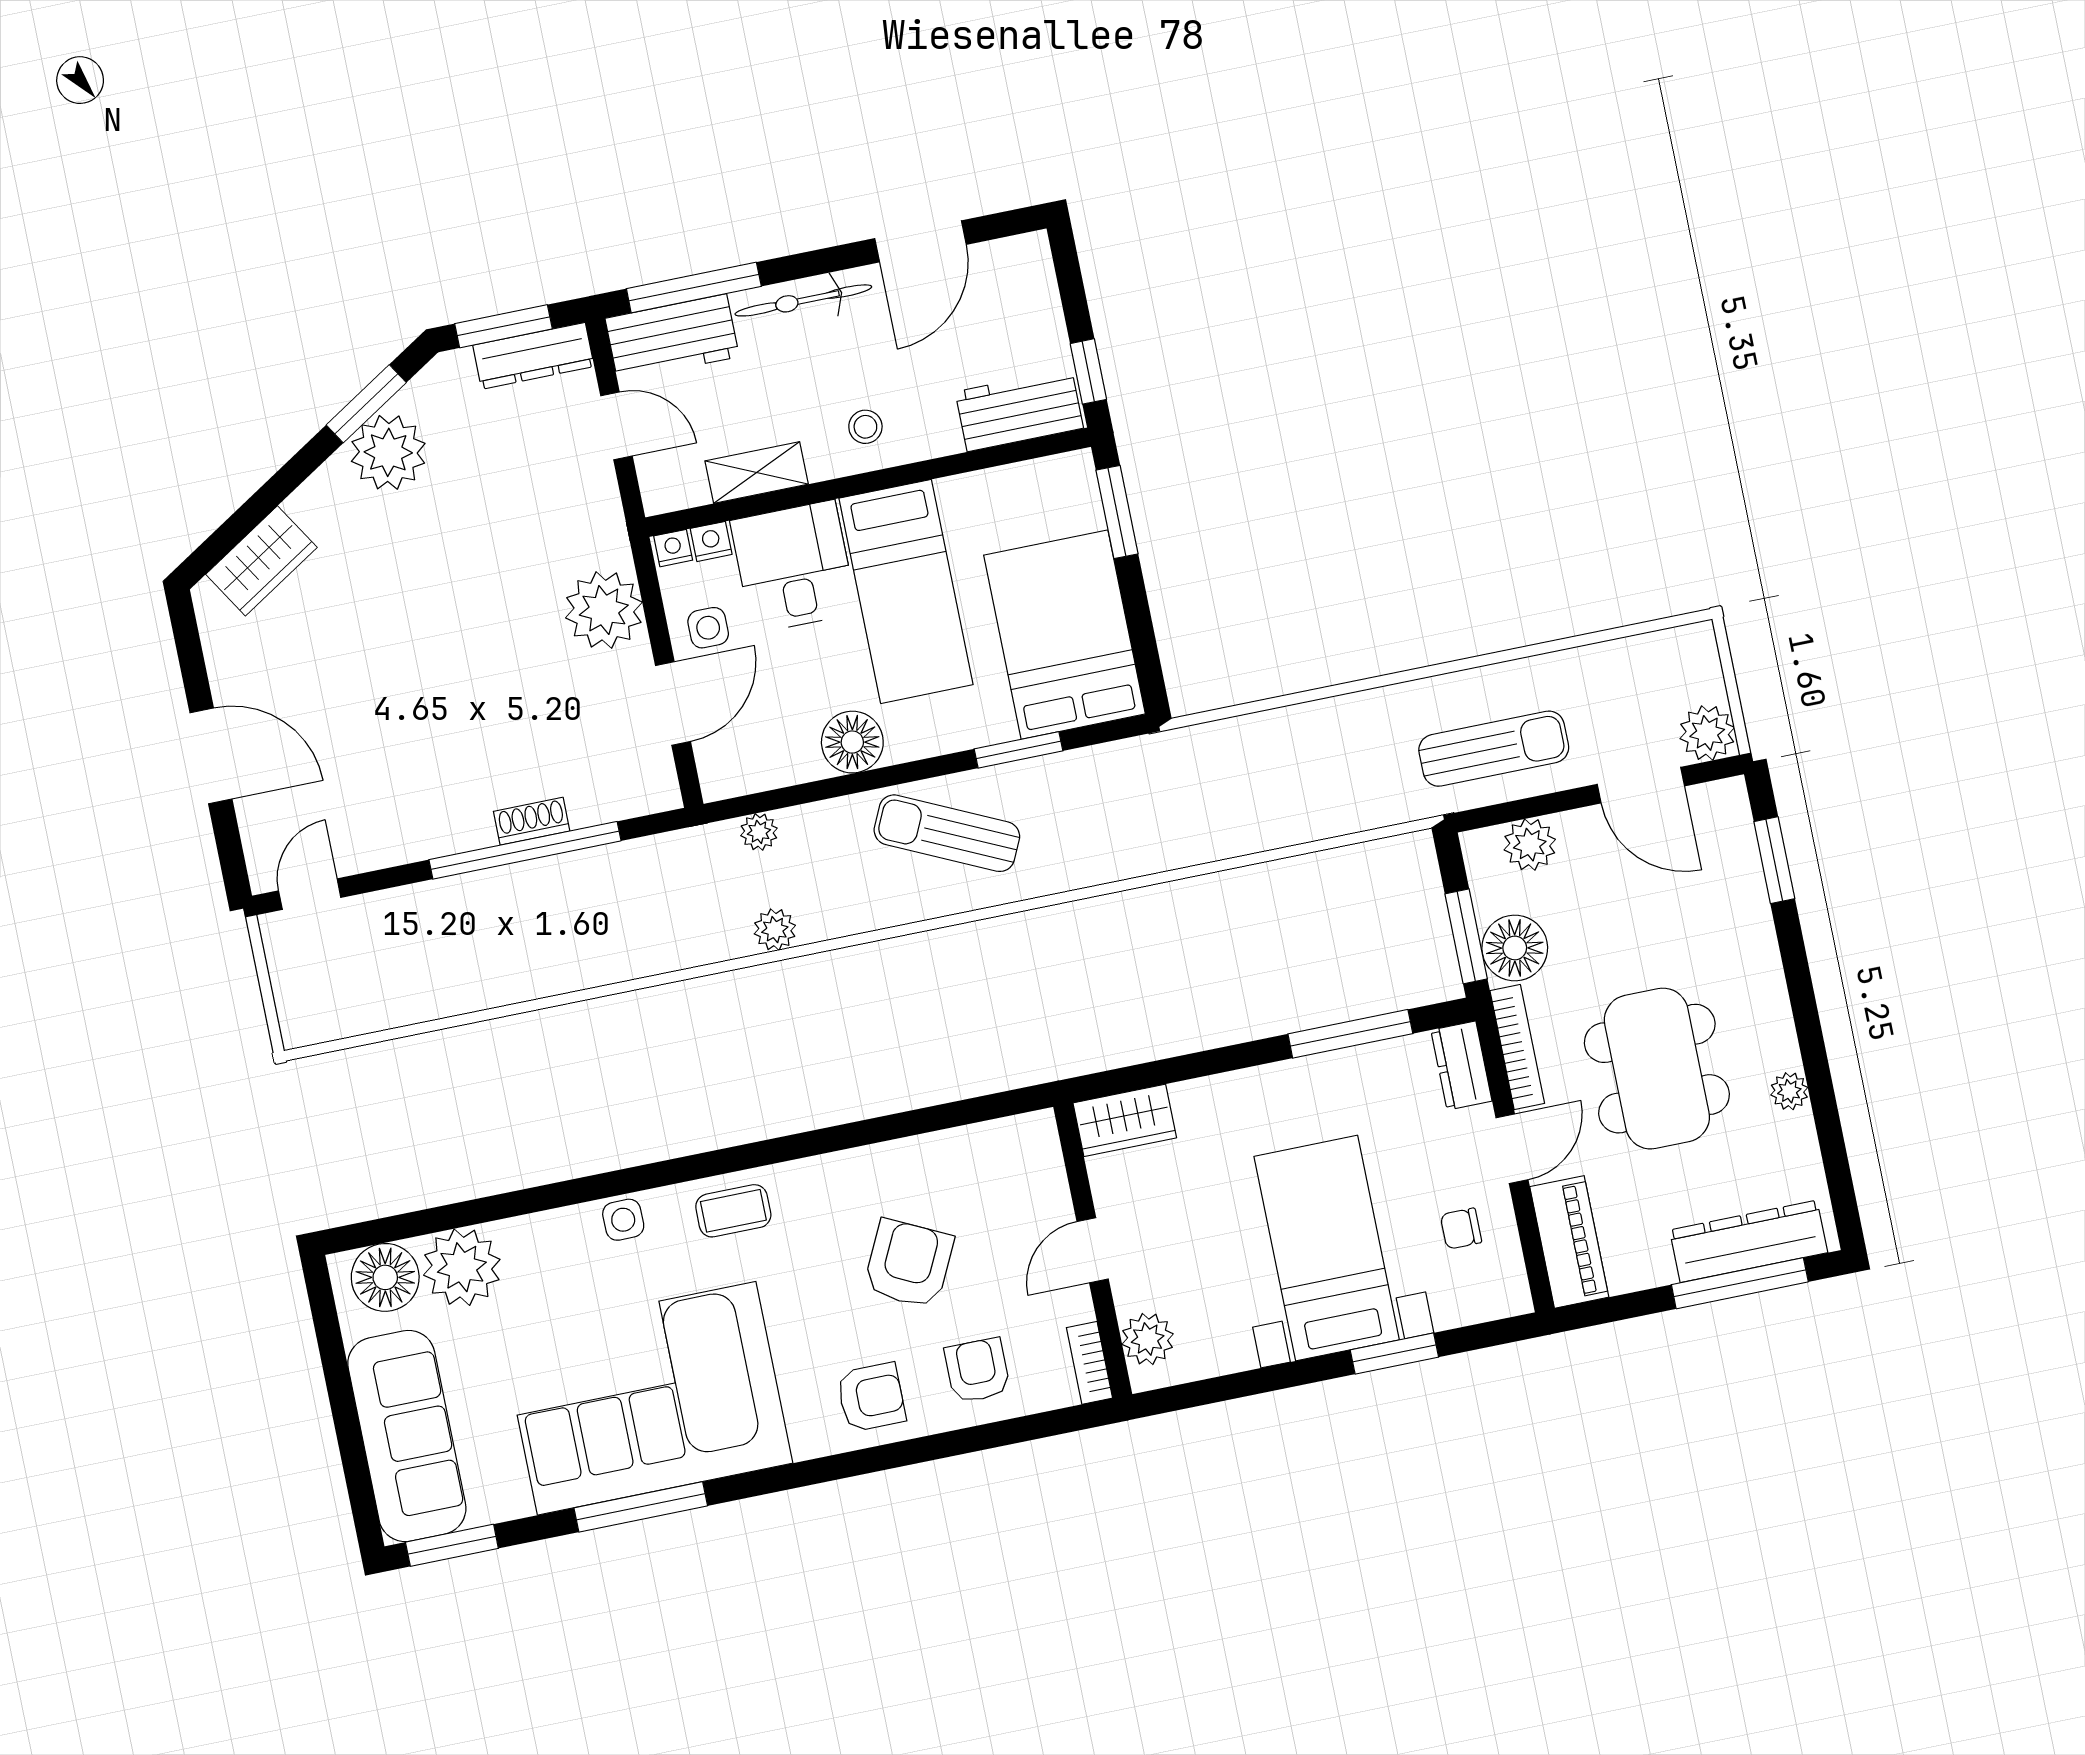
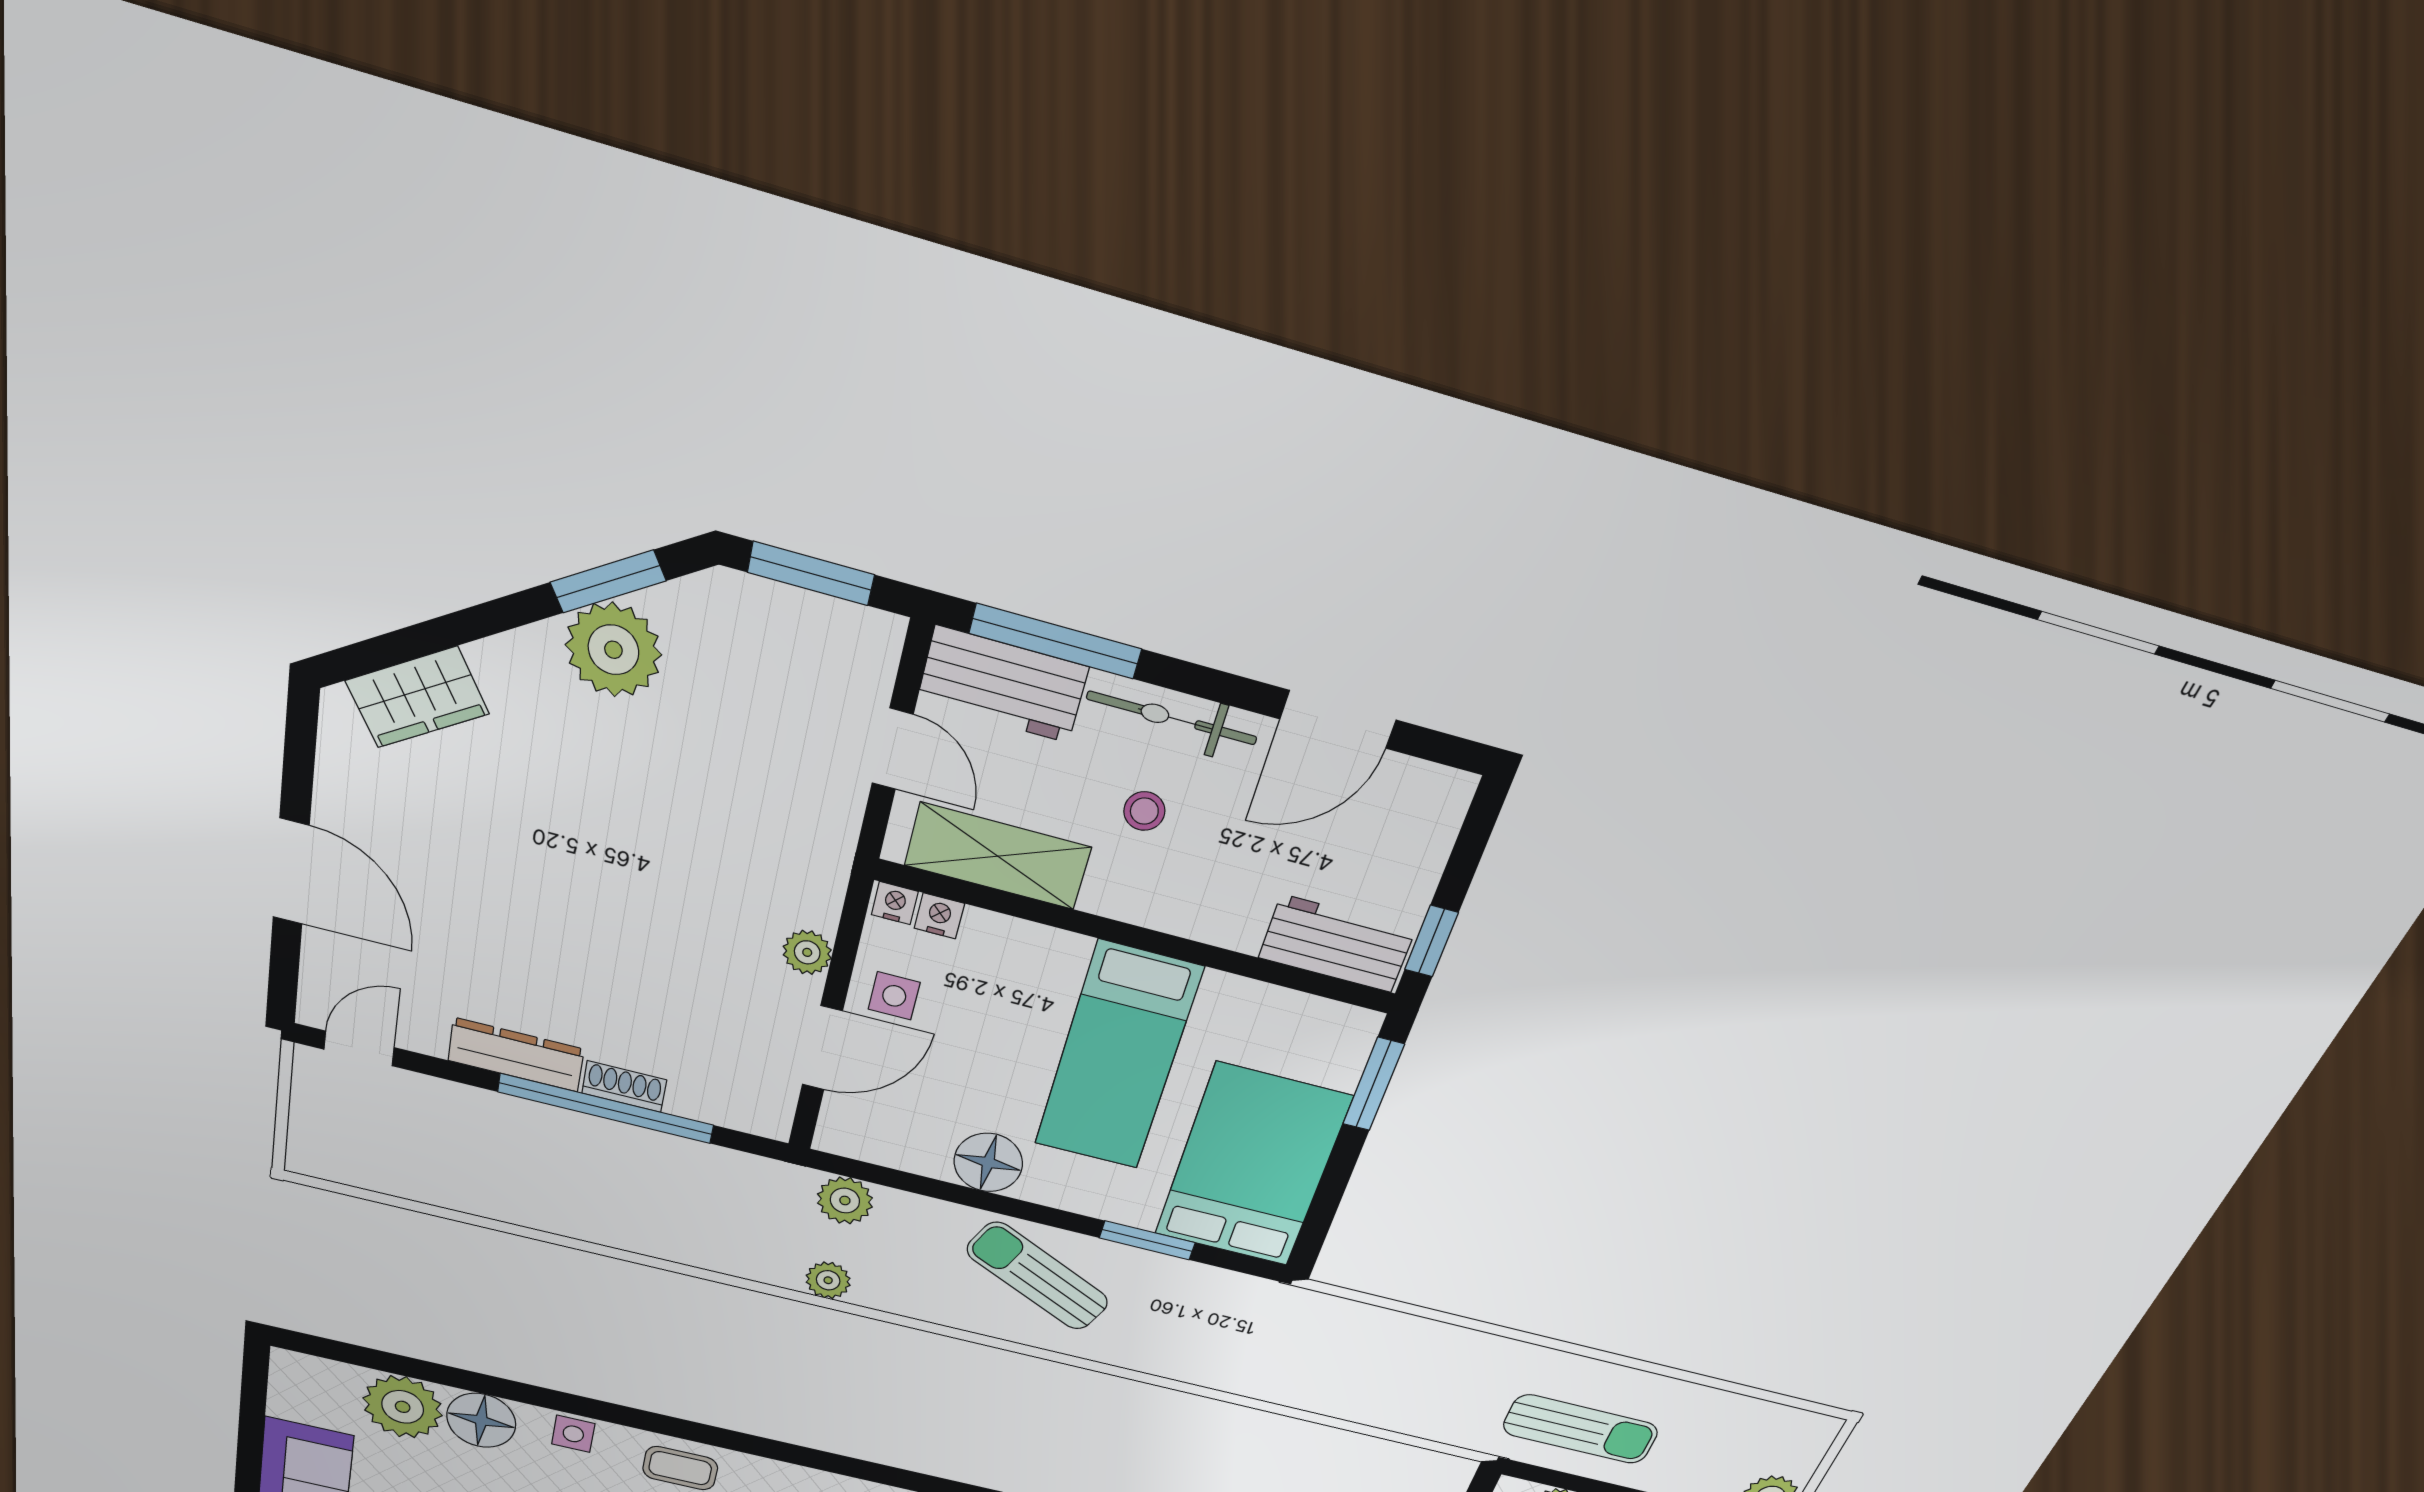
dresser: (533, 356) -> (516, 1055), moved, turned 180
stool: (865, 427) -> (1144, 811), moved
shelving: (757, 473) -> (998, 856), width x1.50, depth x1.33
desk: (794, 567) -> (1015, 981), removed
plant: (604, 610) -> (807, 952), width x0.53, depth x0.53
plant: (759, 832) -> (845, 1200), width x1.38, depth x1.38
floor lamp: (385, 1277) -> (481, 1420), moved

